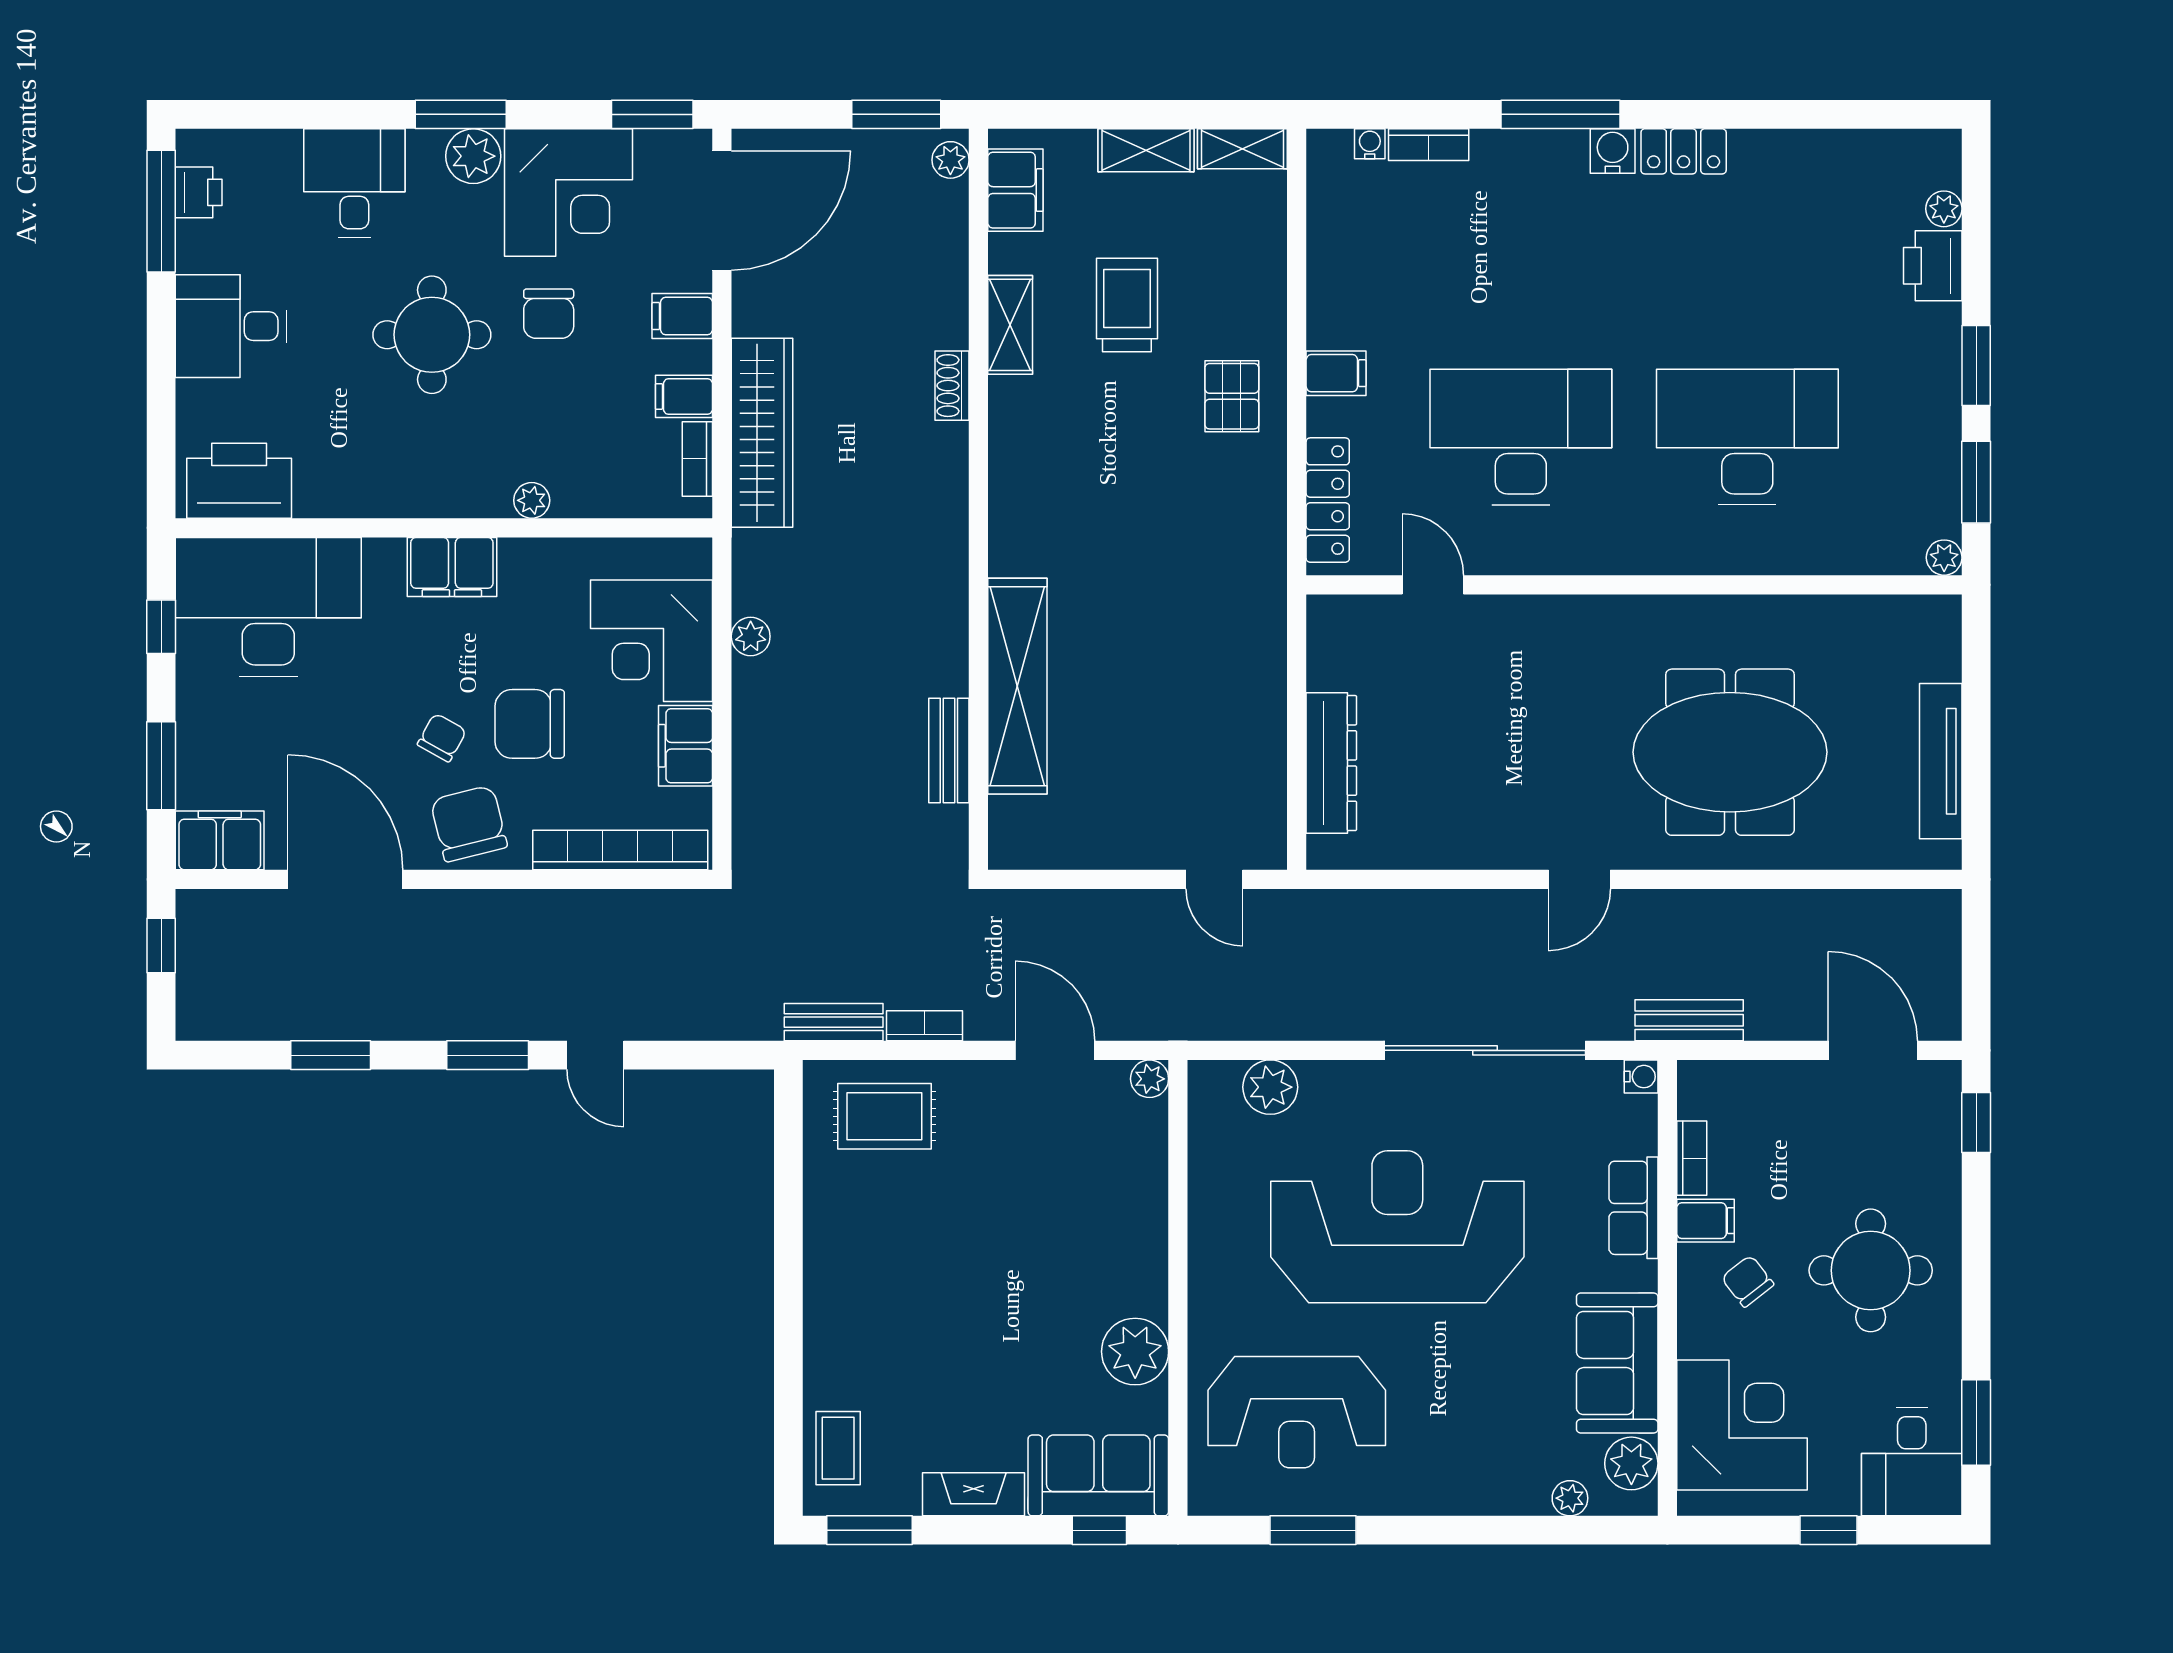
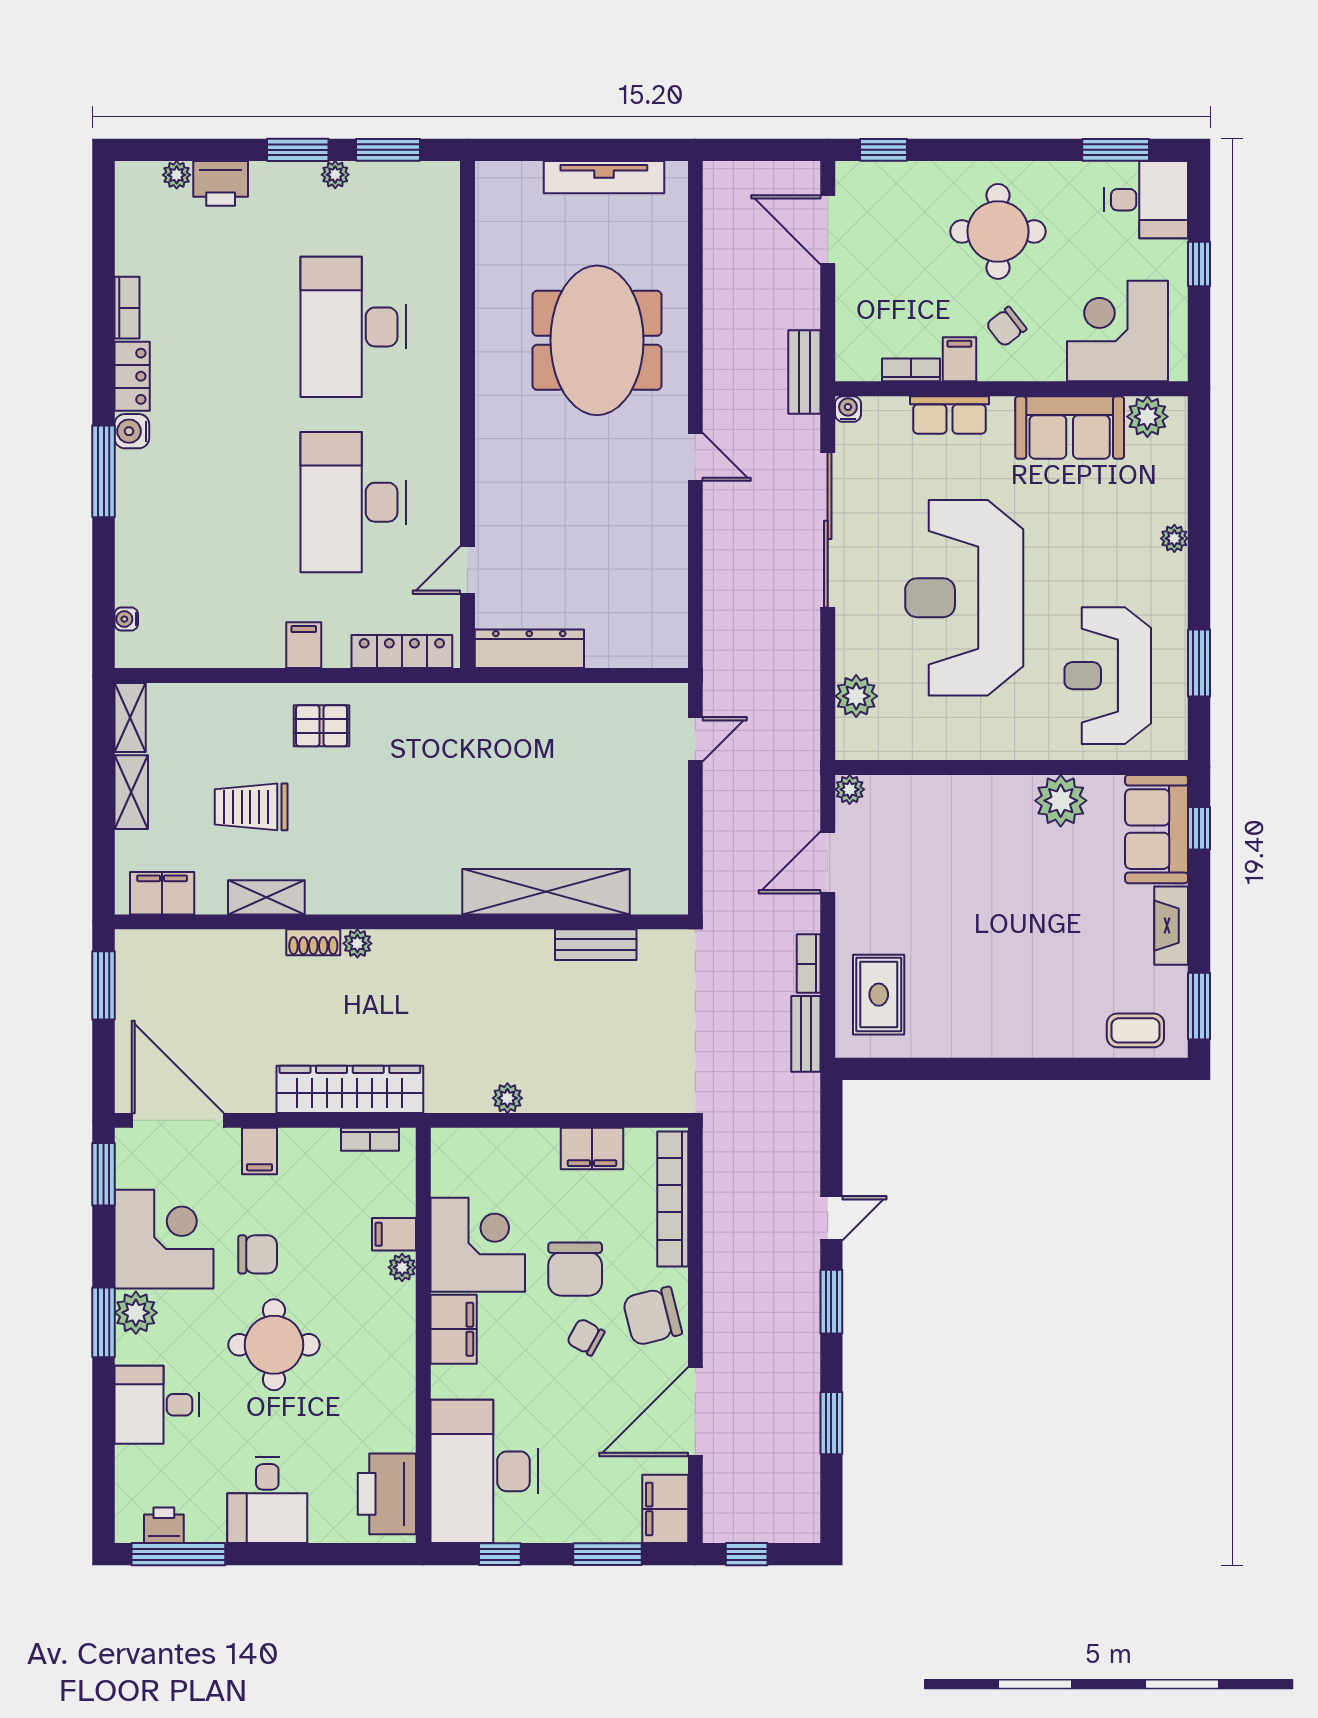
bookcase: (1429, 145) -> (127, 308), moved
plant: (950, 160) -> (357, 943), moved
filing cabinet: (684, 396) -> (394, 1234), moved, turned 90
plant: (1944, 558) -> (335, 175), moved
corner desk: (651, 641) -> (478, 1245), moved, turned -90
dresser: (1331, 763) -> (529, 649), moved
door: (1873, 1050) -> (828, 230), hinge flipped
reception desk: (1297, 1412) -> (1108, 676), turned 180
plant: (1570, 1498) -> (1174, 538), moved

